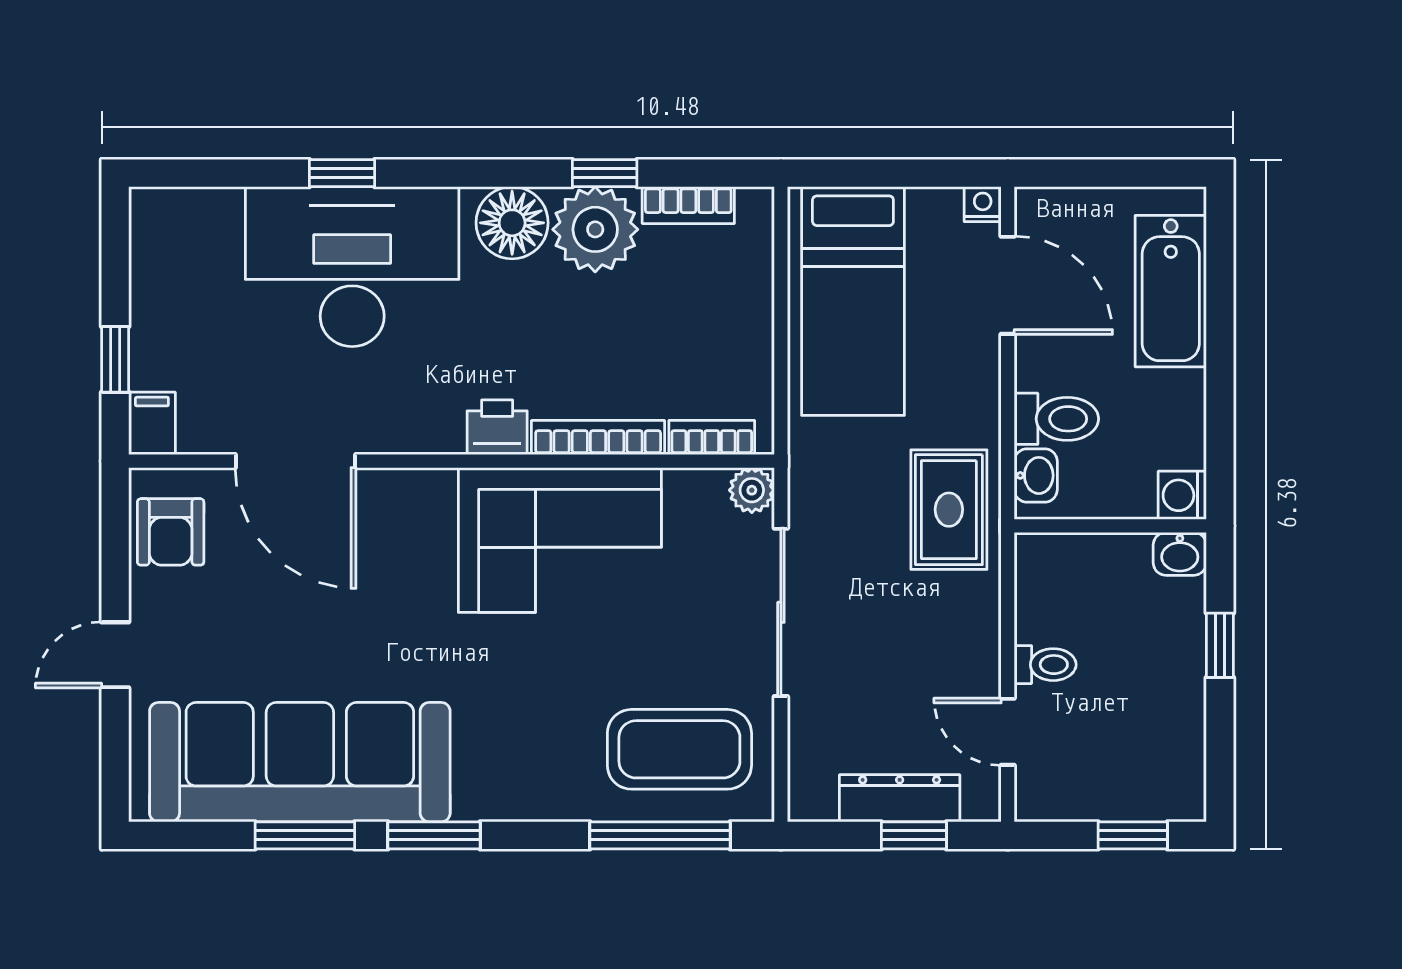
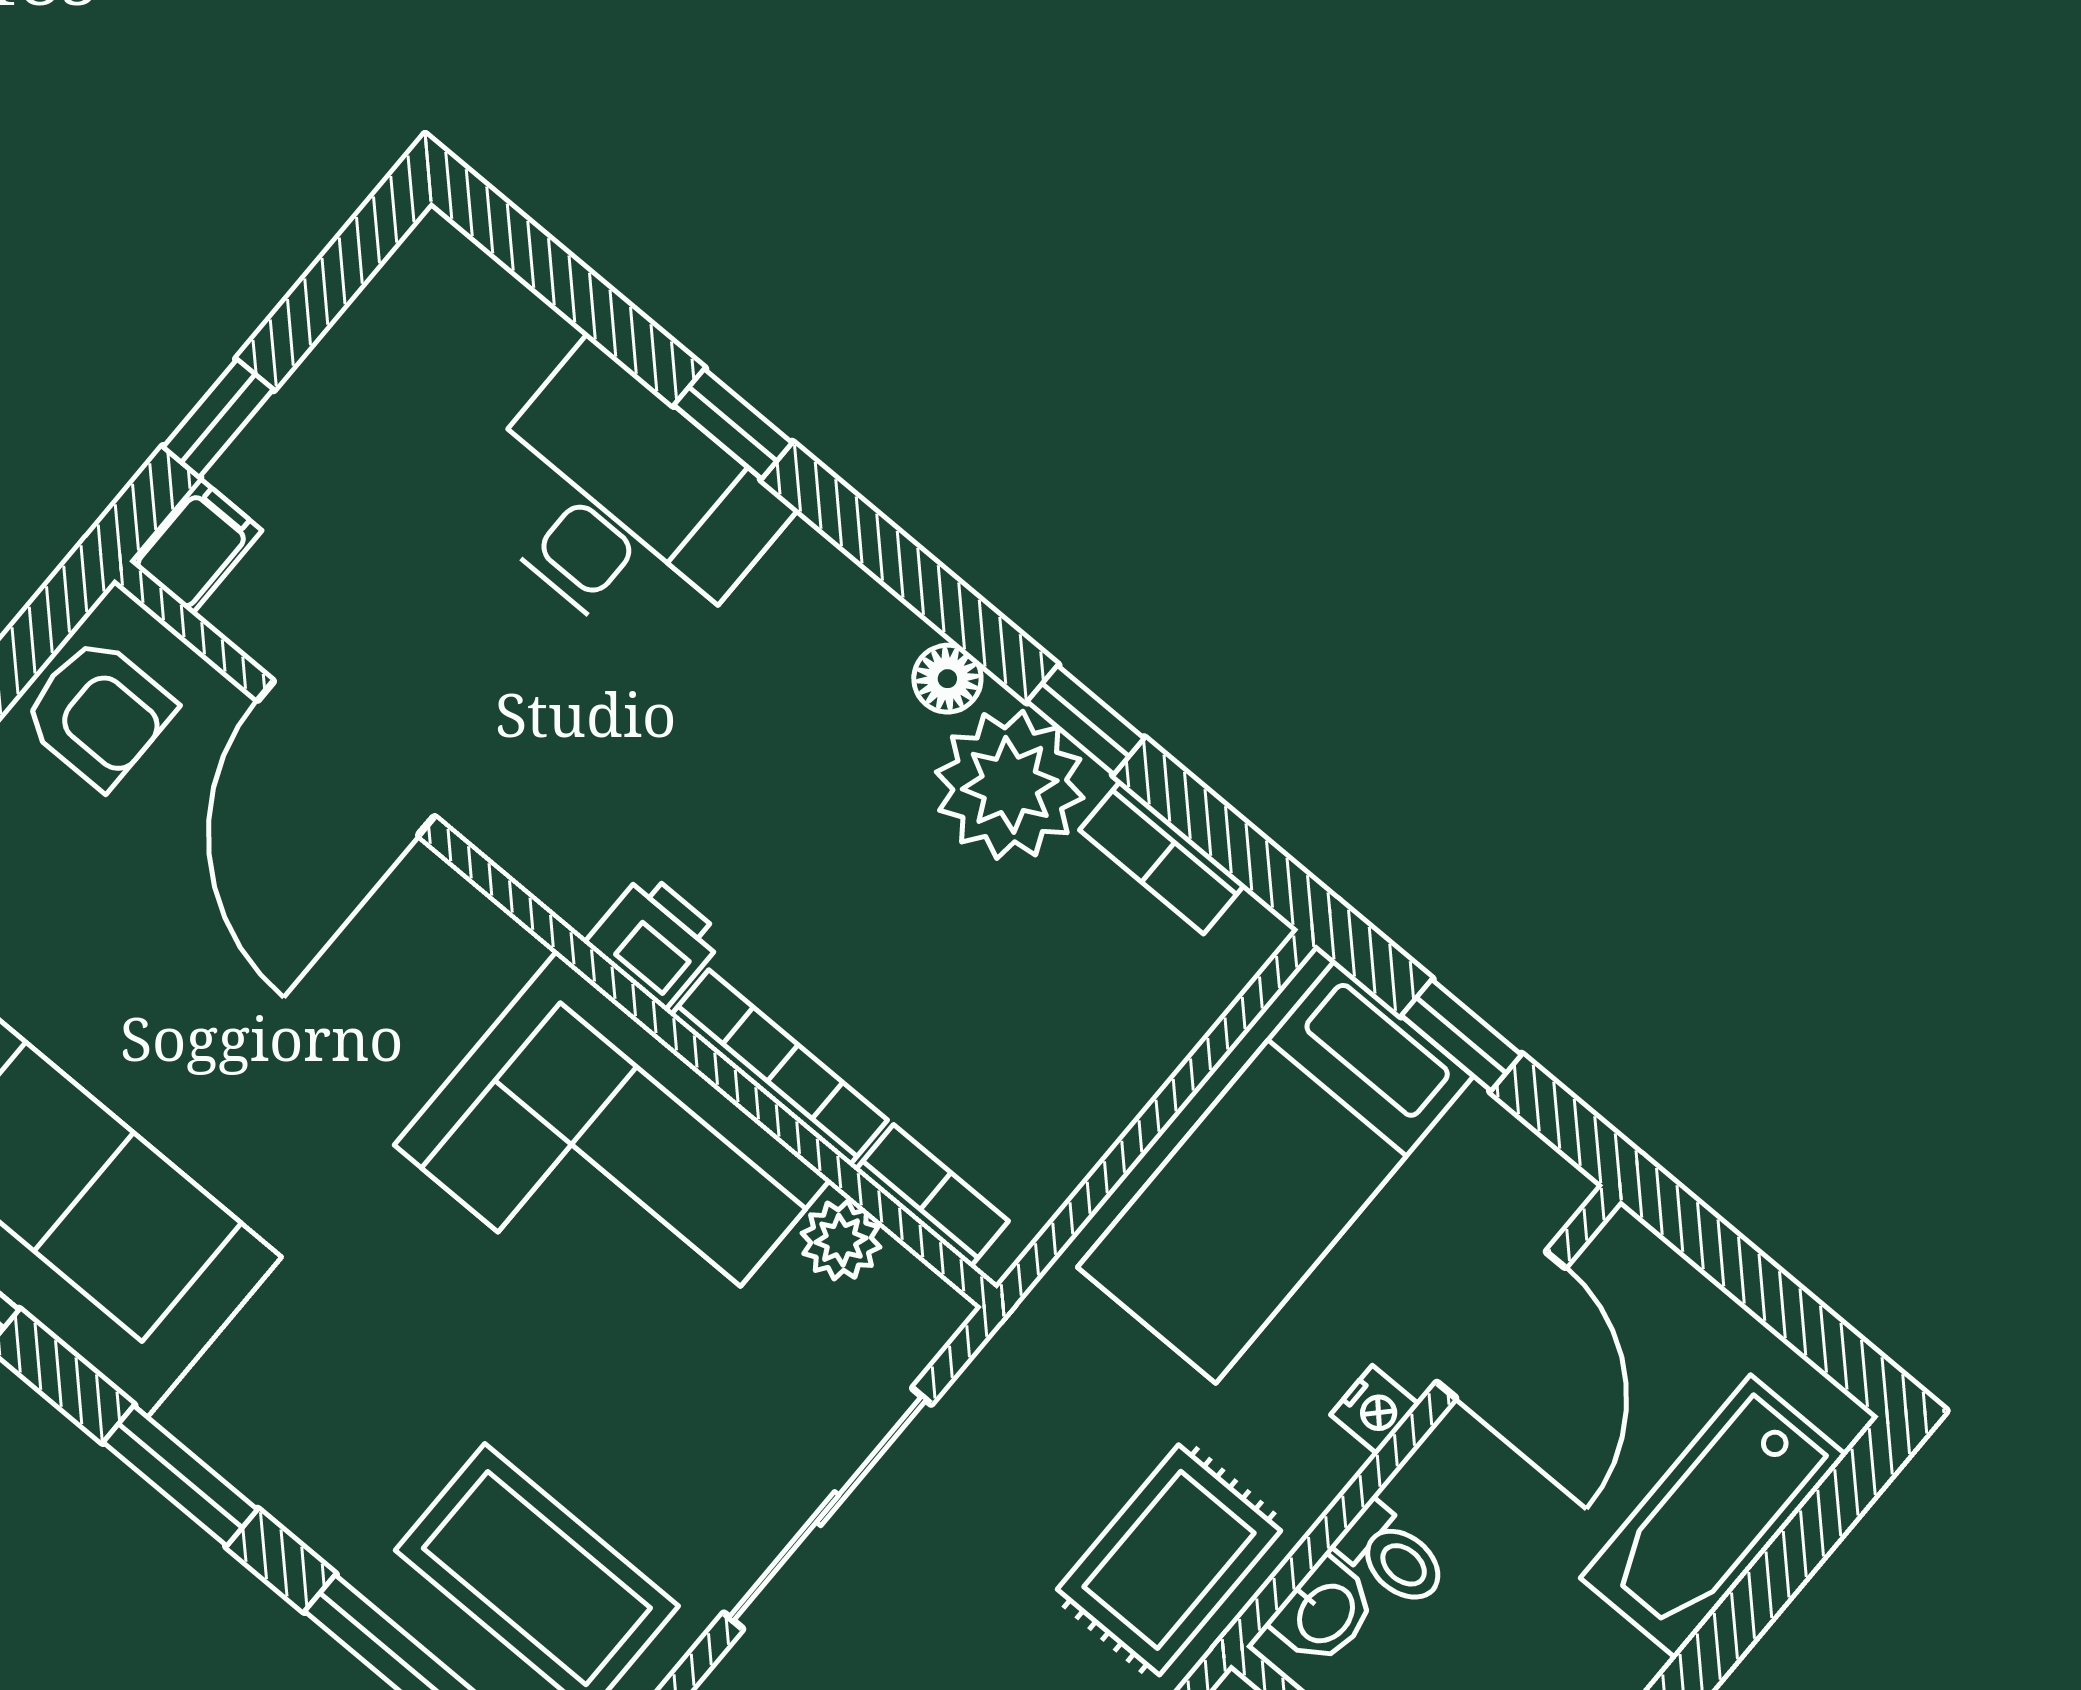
window: (884, 173) -> (1461, 1035), added
nightstand: (983, 204) -> (1375, 1410), moved, turned 90
floor lamp: (512, 223) -> (947, 679), width x0.53, depth x0.53
desk: (352, 267) -> (624, 504), width x0.73, depth x0.77
toilet: (1056, 419) -> (1392, 1555), width x0.73, depth x0.72
plant: (752, 490) -> (841, 1240), moved
armchair: (171, 532) -> (98, 713), turned -90
window: (434, 835) -> (180, 1476), moved

